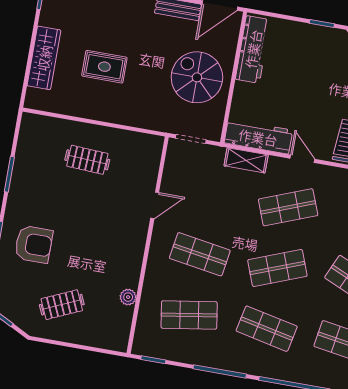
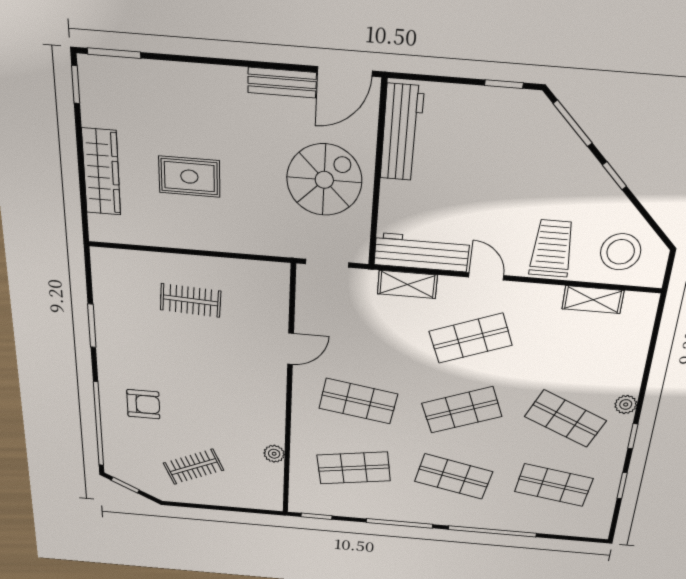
spiral stairs: (197, 77) -> (324, 180), turned 90
armchair: (34, 244) -> (143, 404), width x0.72, depth x0.72

